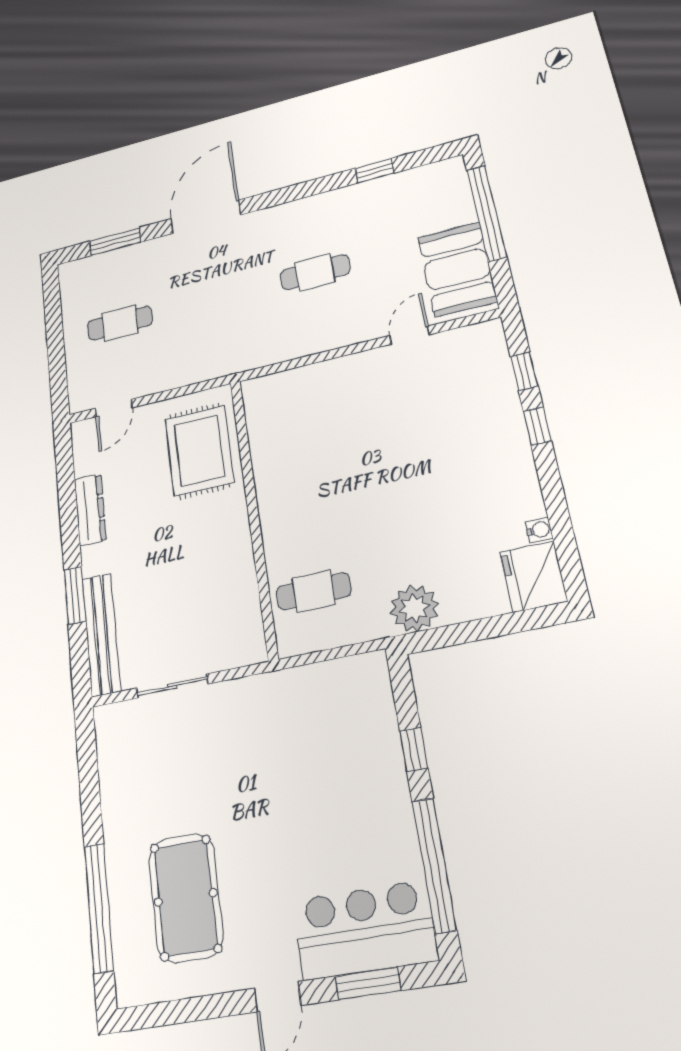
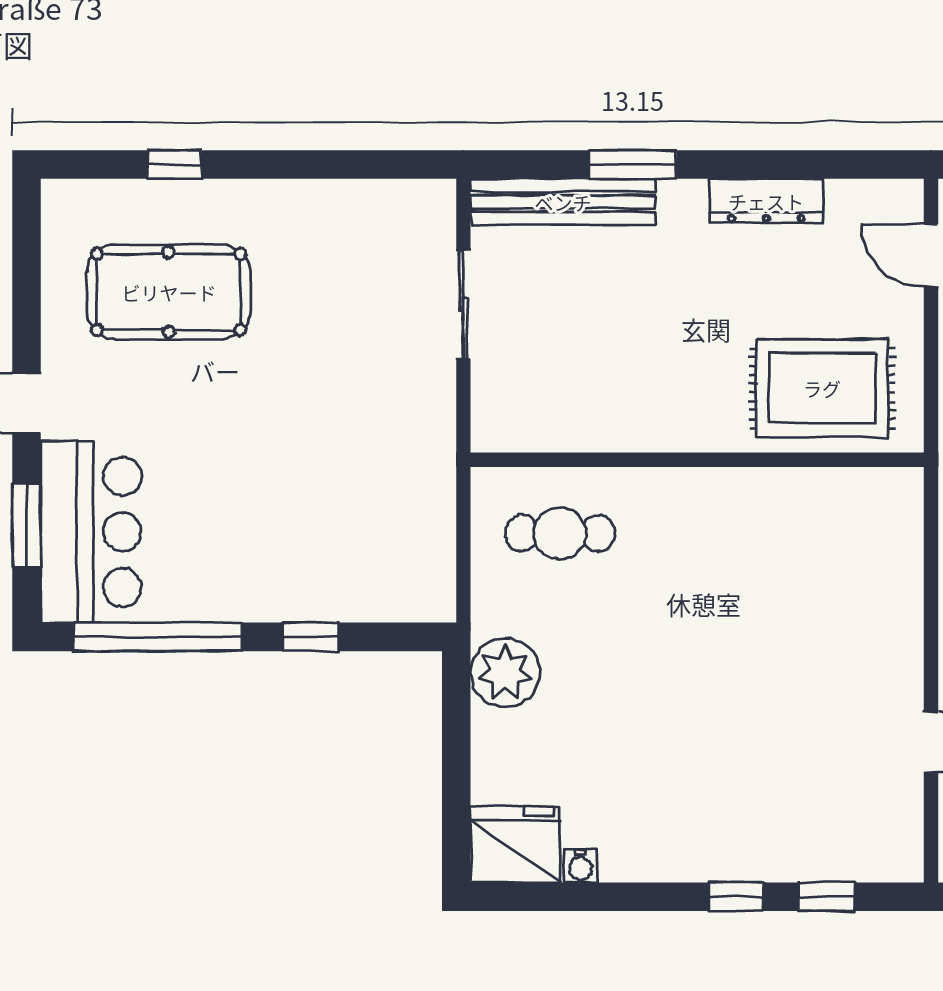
cafe table: (314, 591) -> (560, 533), turned 90
window: (99, 908) -> (174, 165), width x0.32

